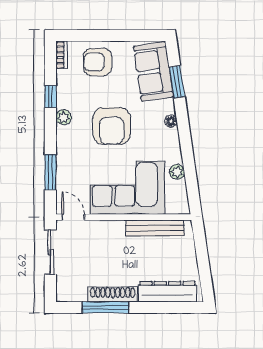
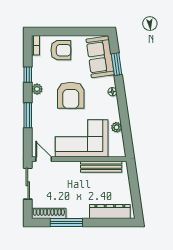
armchair: (97, 62) -> (61, 50), turned 180
window: (50, 172) -> (28, 115), moved
shoe rack: (113, 294) -> (49, 213), moved

